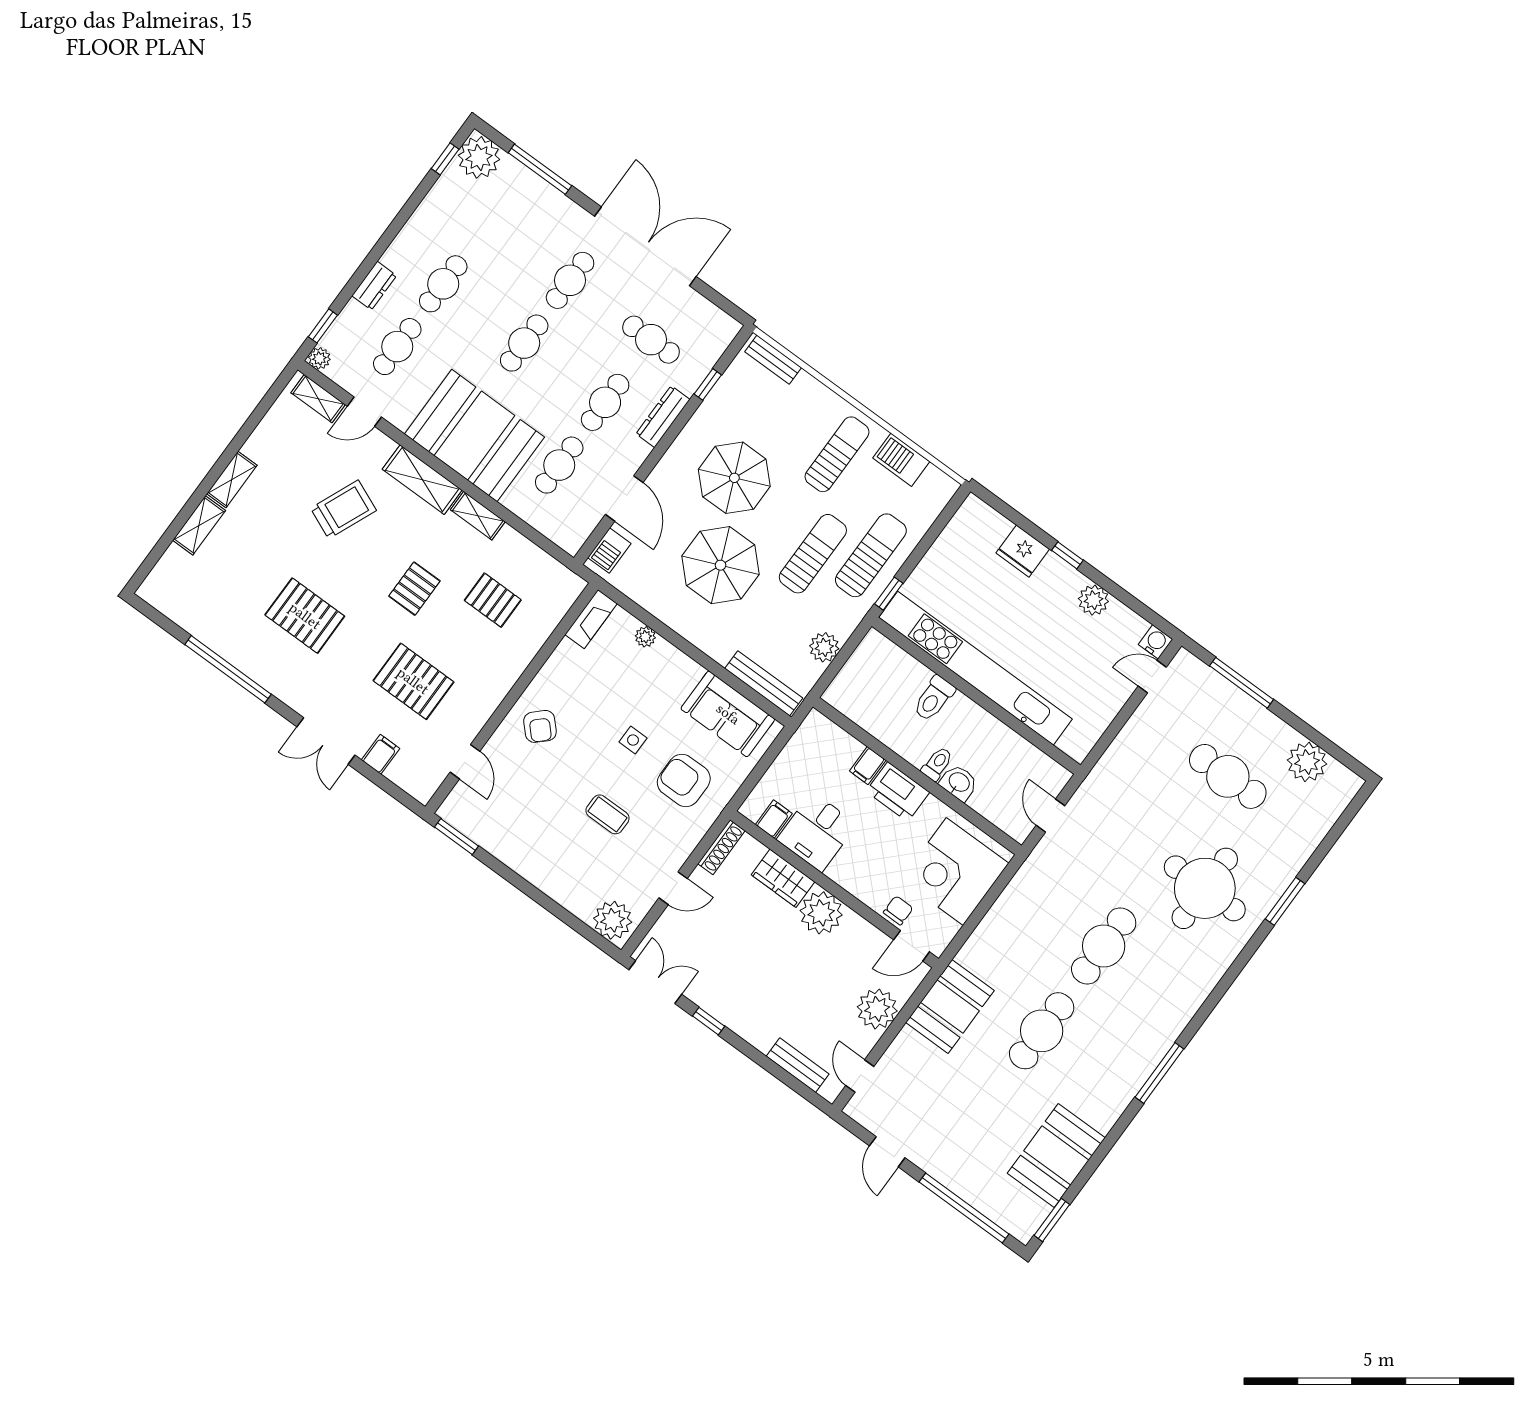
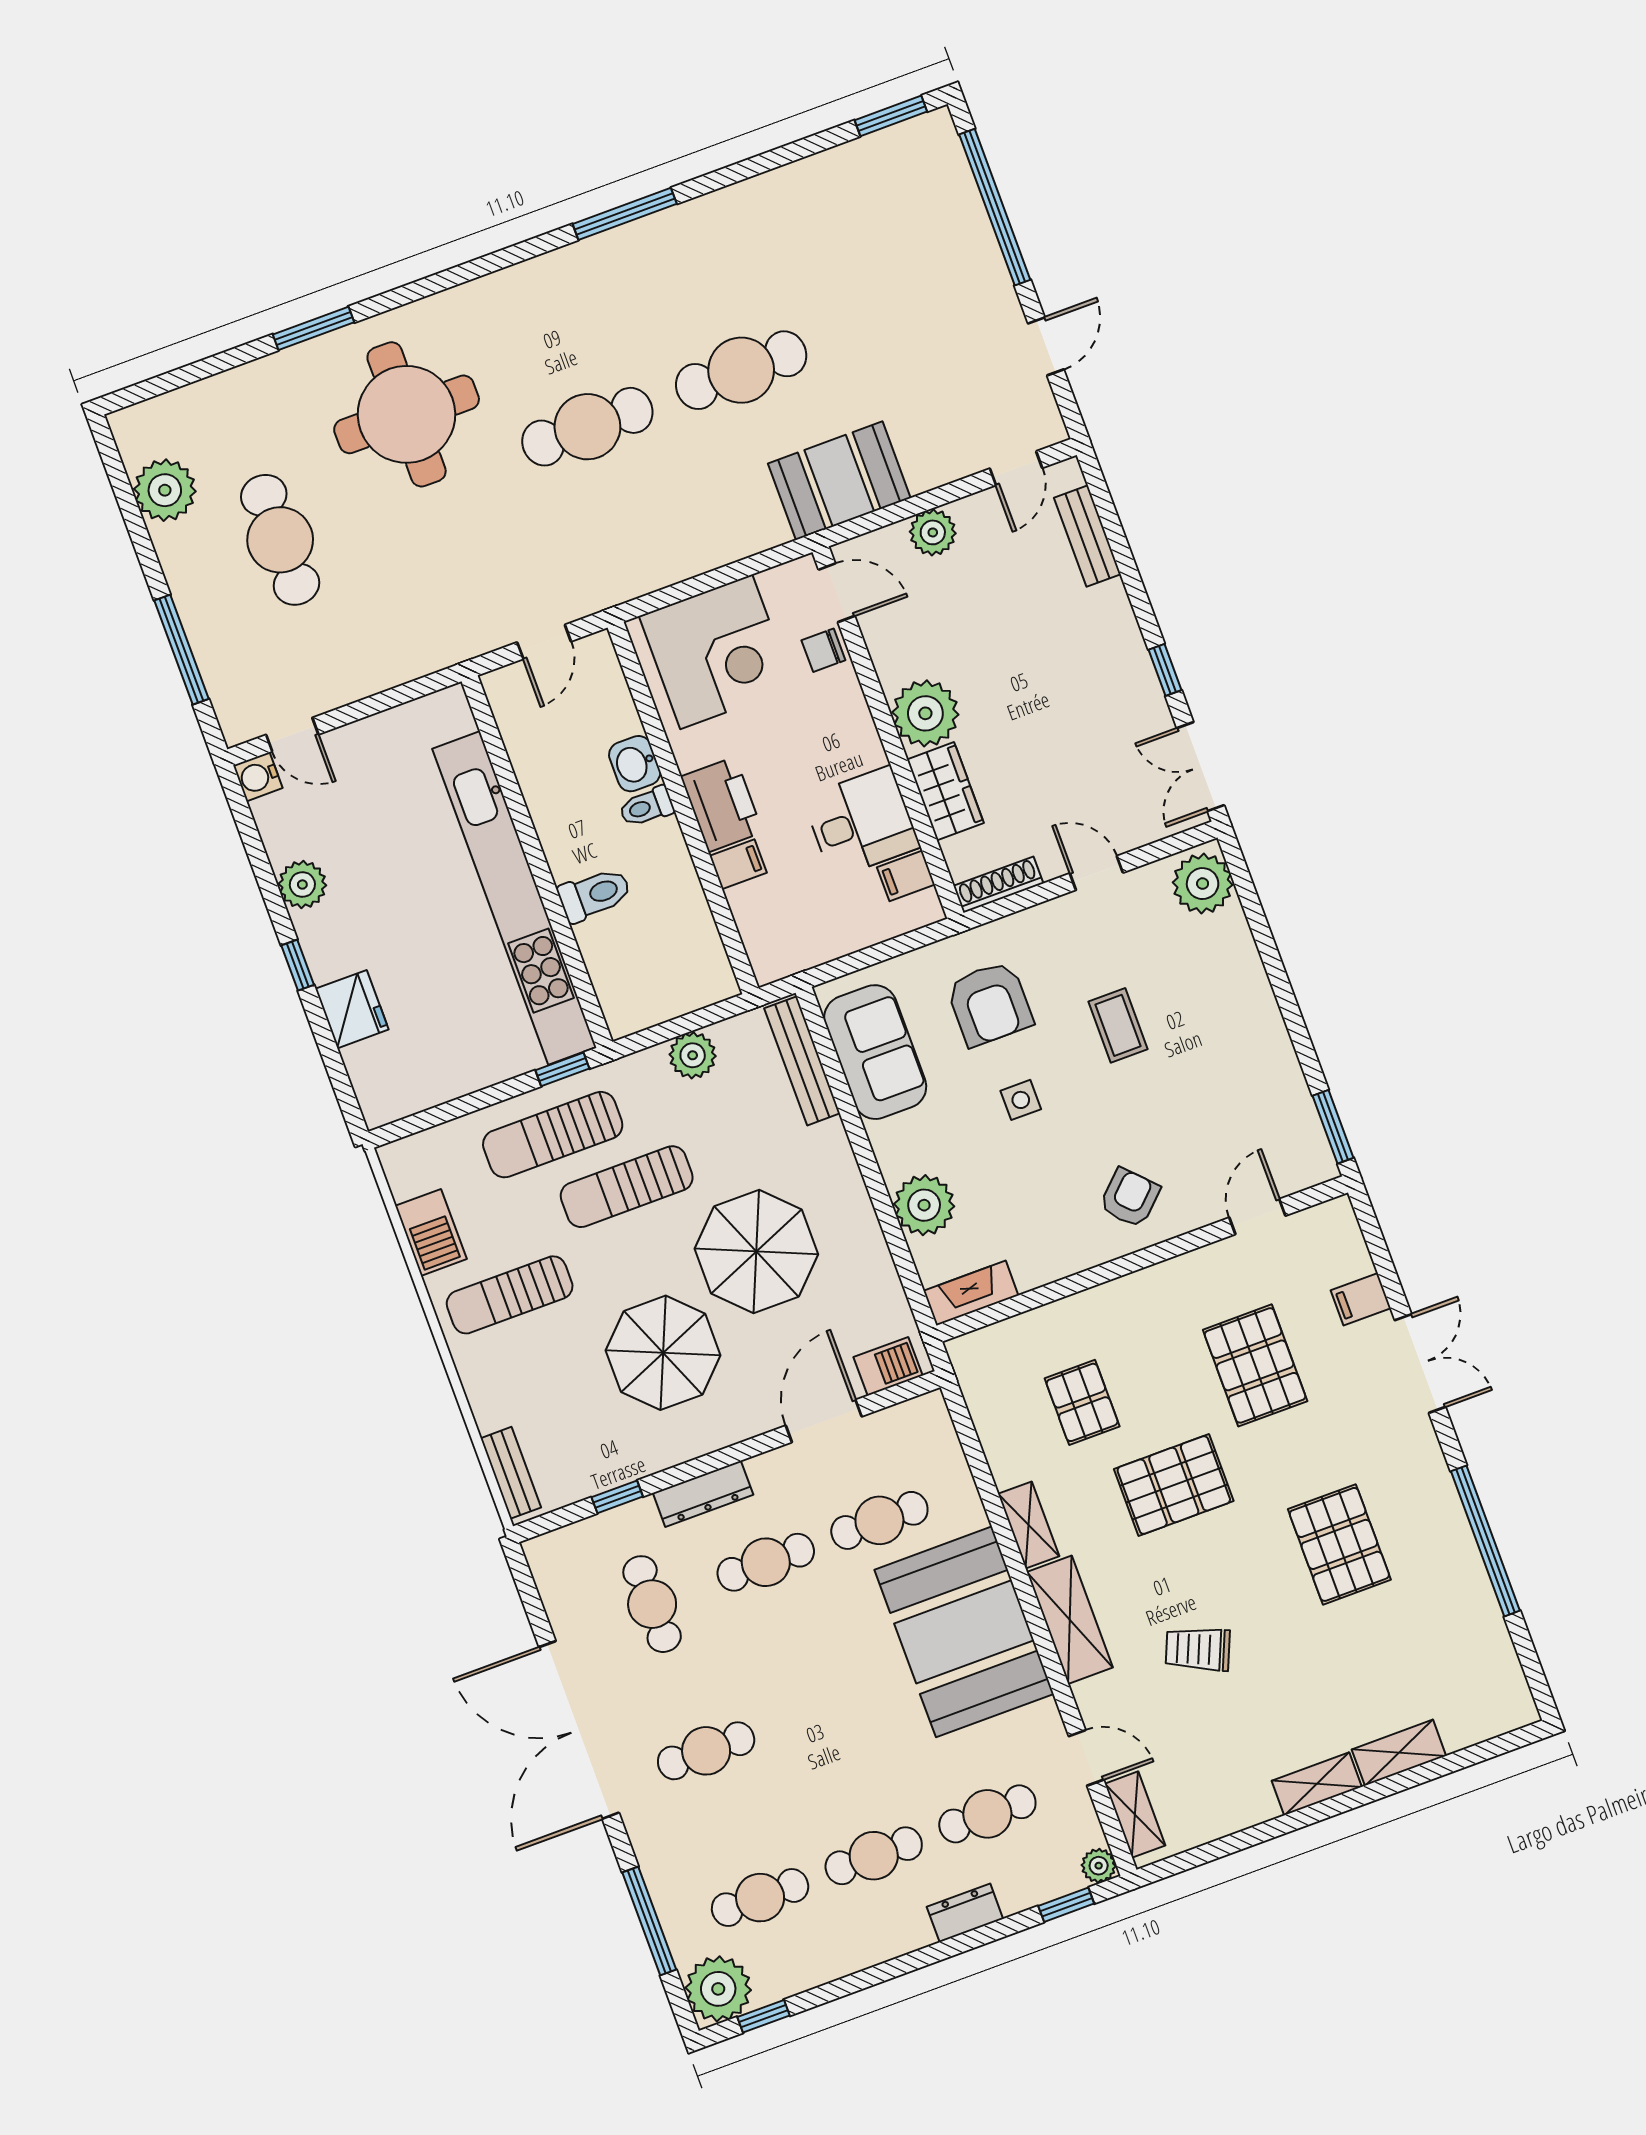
cafe table: (524, 343) -> (760, 1898), moved
trolley: (343, 509) -> (1198, 1649), width x0.73, depth x0.72
pallet: (414, 589) -> (1174, 1485), width x1.50, depth x1.42
plant: (645, 637) -> (924, 1205), width x1.88, depth x1.88
plant: (877, 1009) -> (933, 532), width x0.73, depth x0.73
booth: (1056, 1155) -> (830, 196), removed

